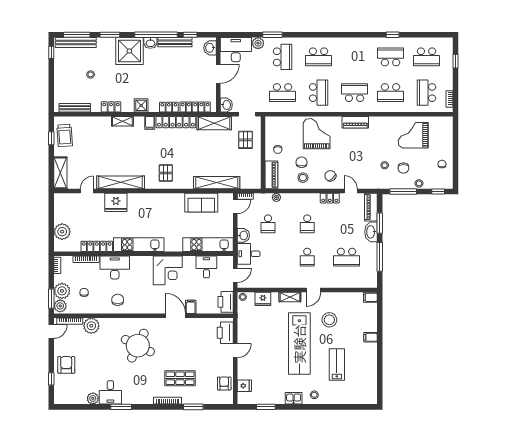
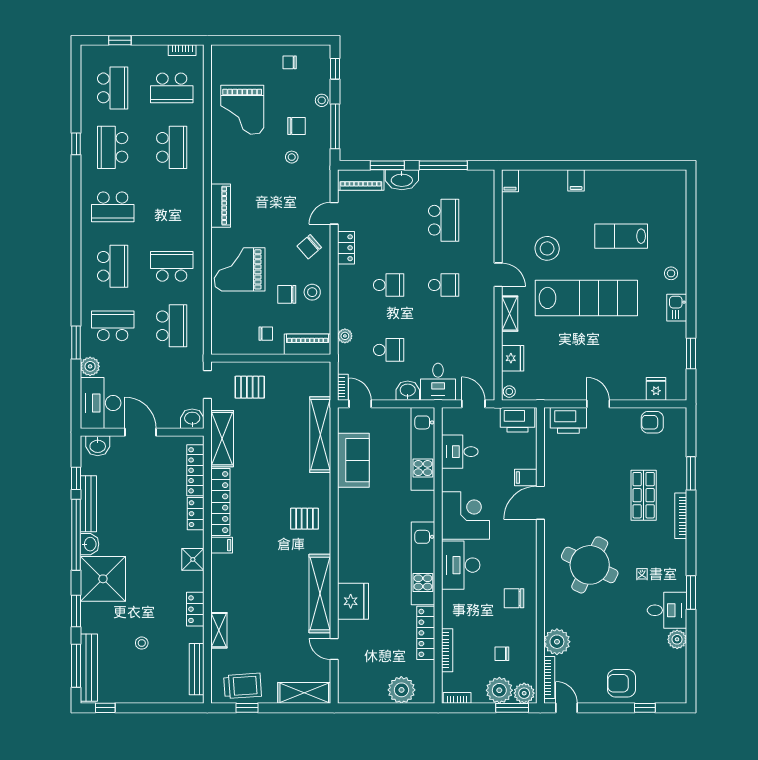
school desk: (355, 93) -> (113, 207), moved, turned -90
shelving: (122, 121) -> (219, 630), moved
desk: (115, 268) -> (461, 565), moved

